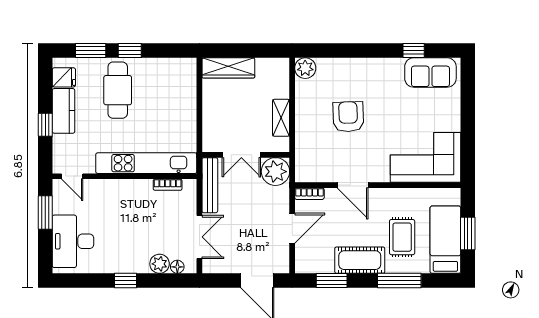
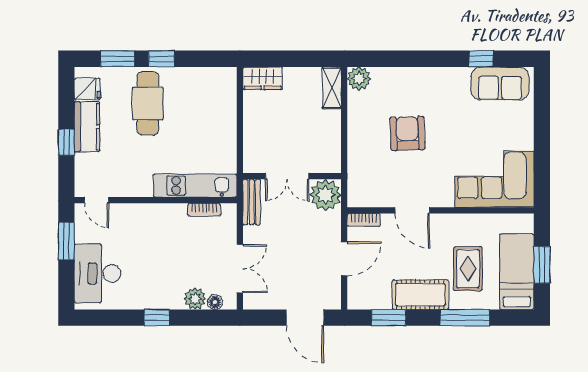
wardrobe: (228, 68) -> (263, 78), width x0.67
shelving: (281, 118) -> (332, 88), moved
kitchen unit: (146, 163) -> (195, 185), width x0.73
bench: (210, 185) -> (252, 202), width x0.73

